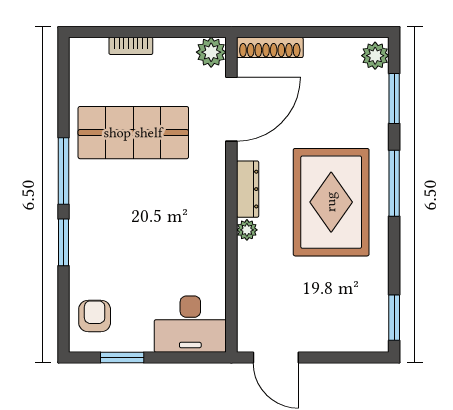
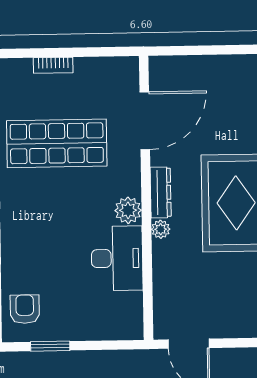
shoe rack: (270, 47) -> (178, 64), removed
plant: (211, 52) -> (128, 210), moved
desk: (190, 324) -> (117, 258), moved, turned -90

